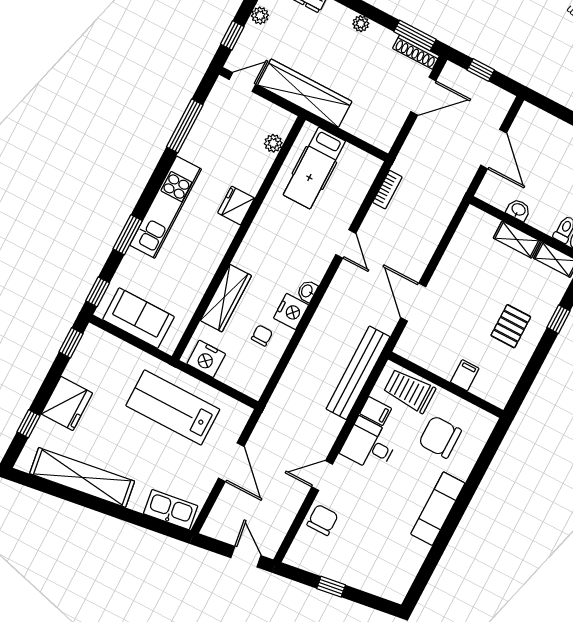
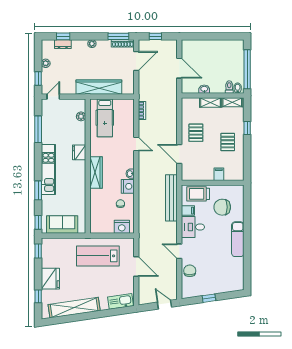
wardrobe: (305, 93) -> (99, 87), moved
pallet: (463, 280) -> (196, 133), added
wardrobe: (226, 298) -> (96, 173), moved
nightstand: (206, 359) -> (122, 227), moved
door: (322, 476) -> (179, 251), hinge flipped

